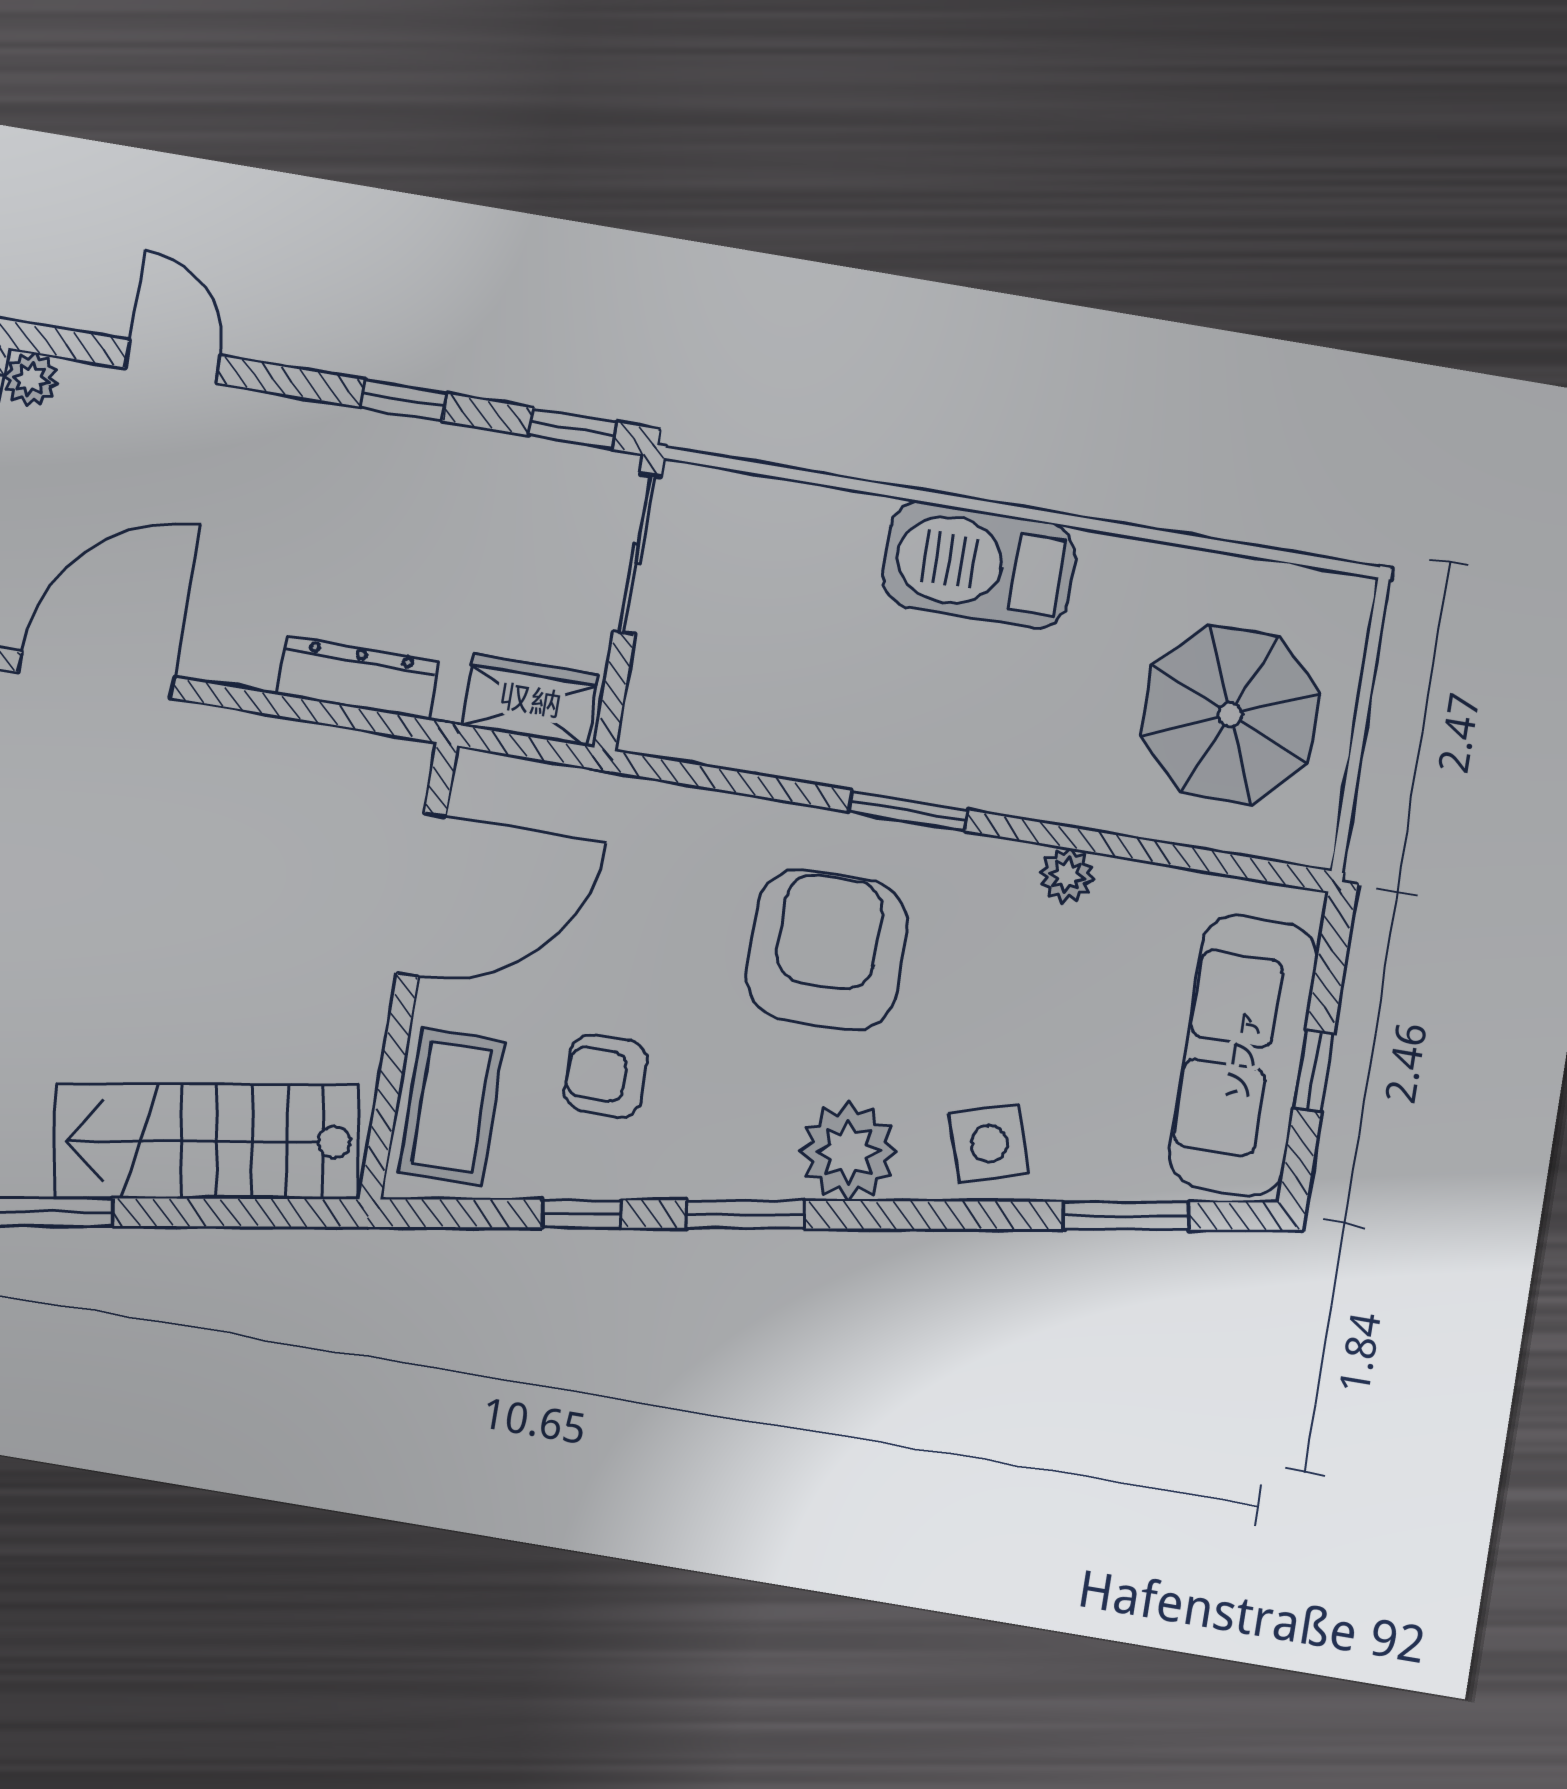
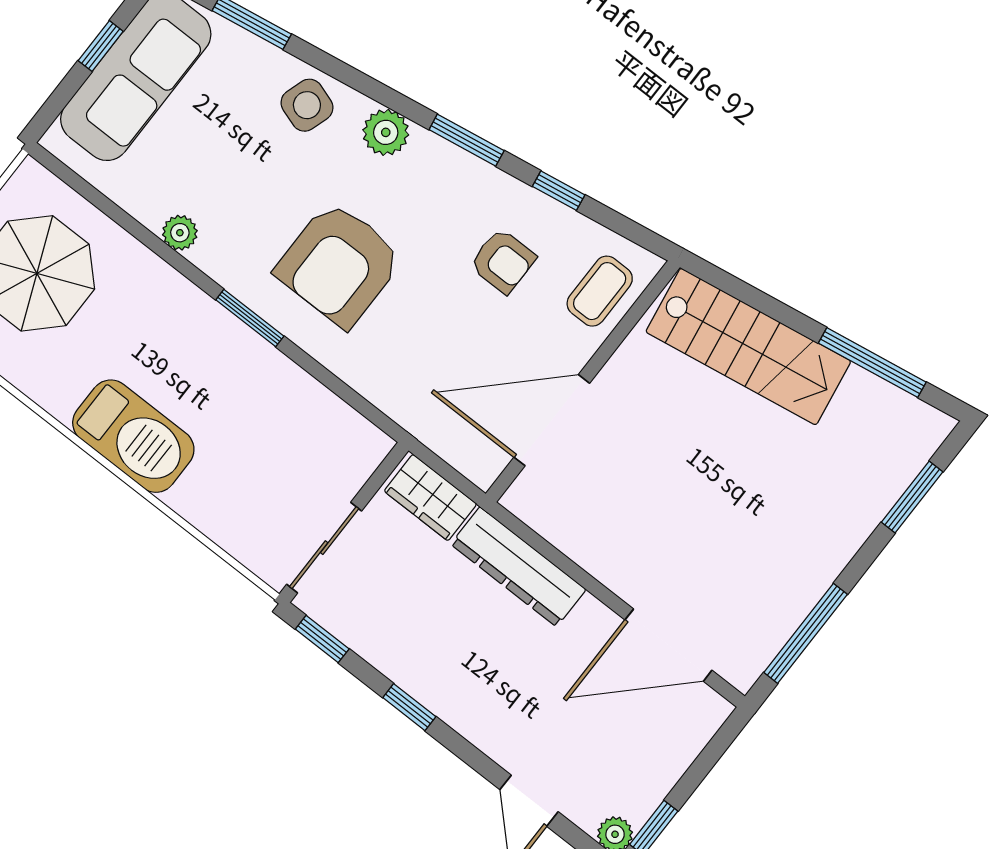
dresser: (358, 678) -> (518, 567), width x1.37, depth x1.24
coffee table: (451, 1107) -> (600, 291), width x0.73, depth x0.77
side table: (989, 1143) -> (307, 105), turned 36
plant: (848, 1152) -> (386, 132), width x0.73, depth x0.73

